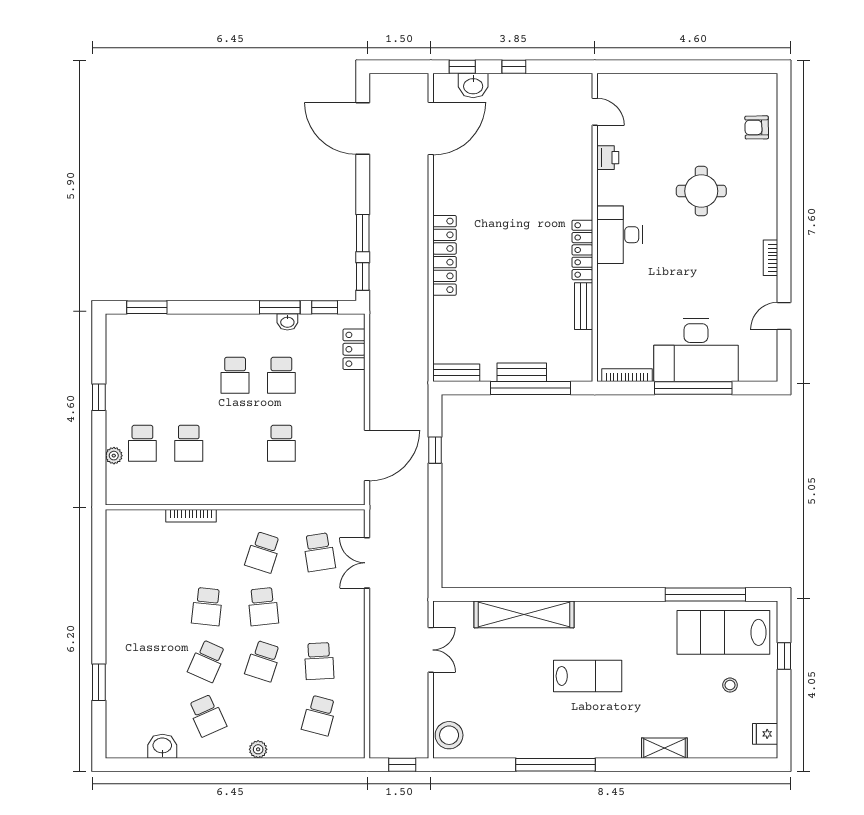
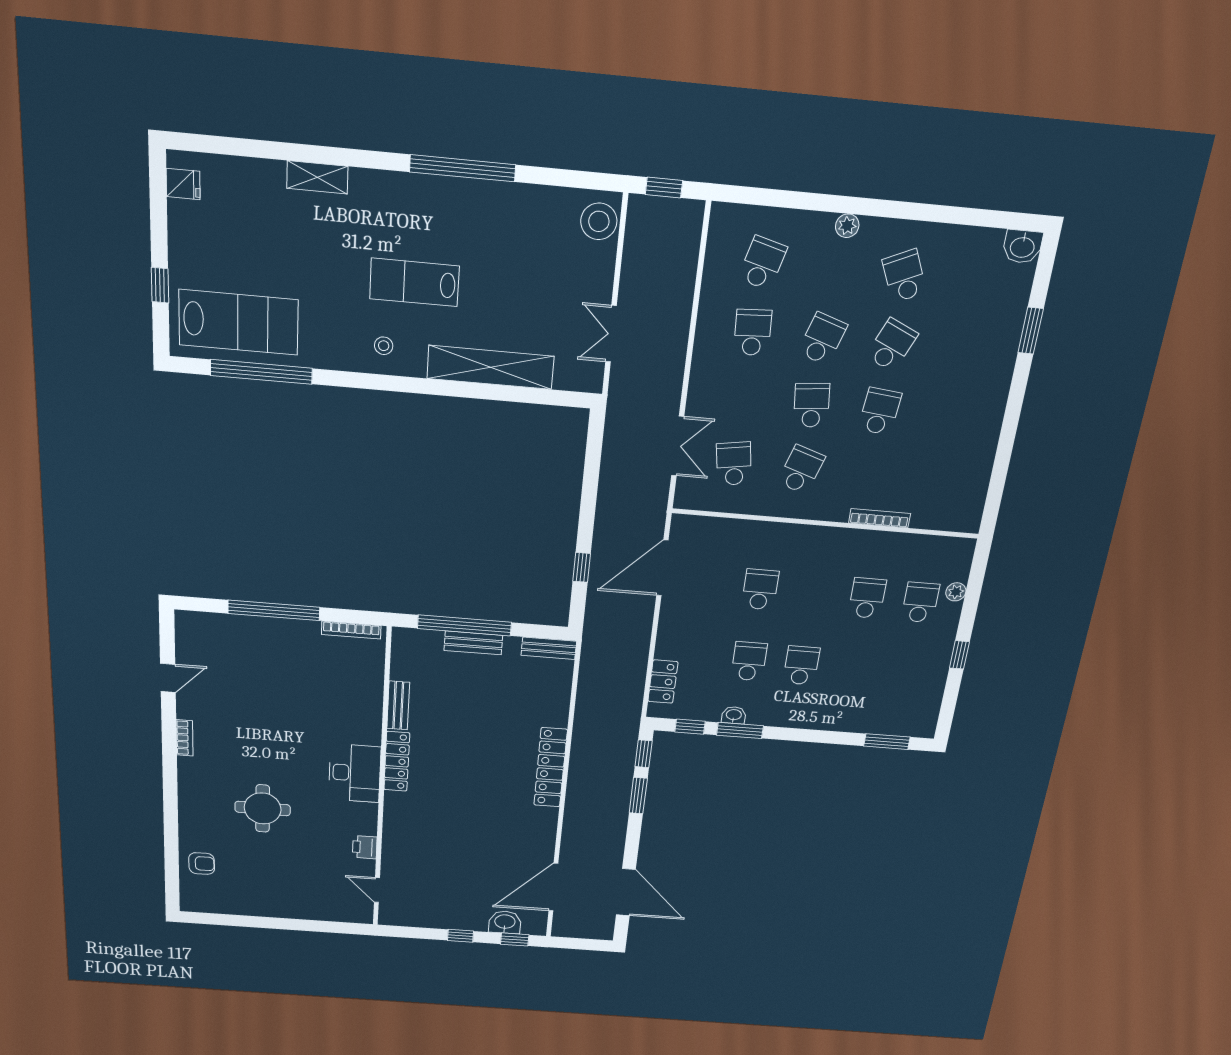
desk: (696, 350) -> (270, 650), removed
stool: (730, 685) -> (384, 346), moved
washbasin: (162, 746) -> (1022, 247), moved

